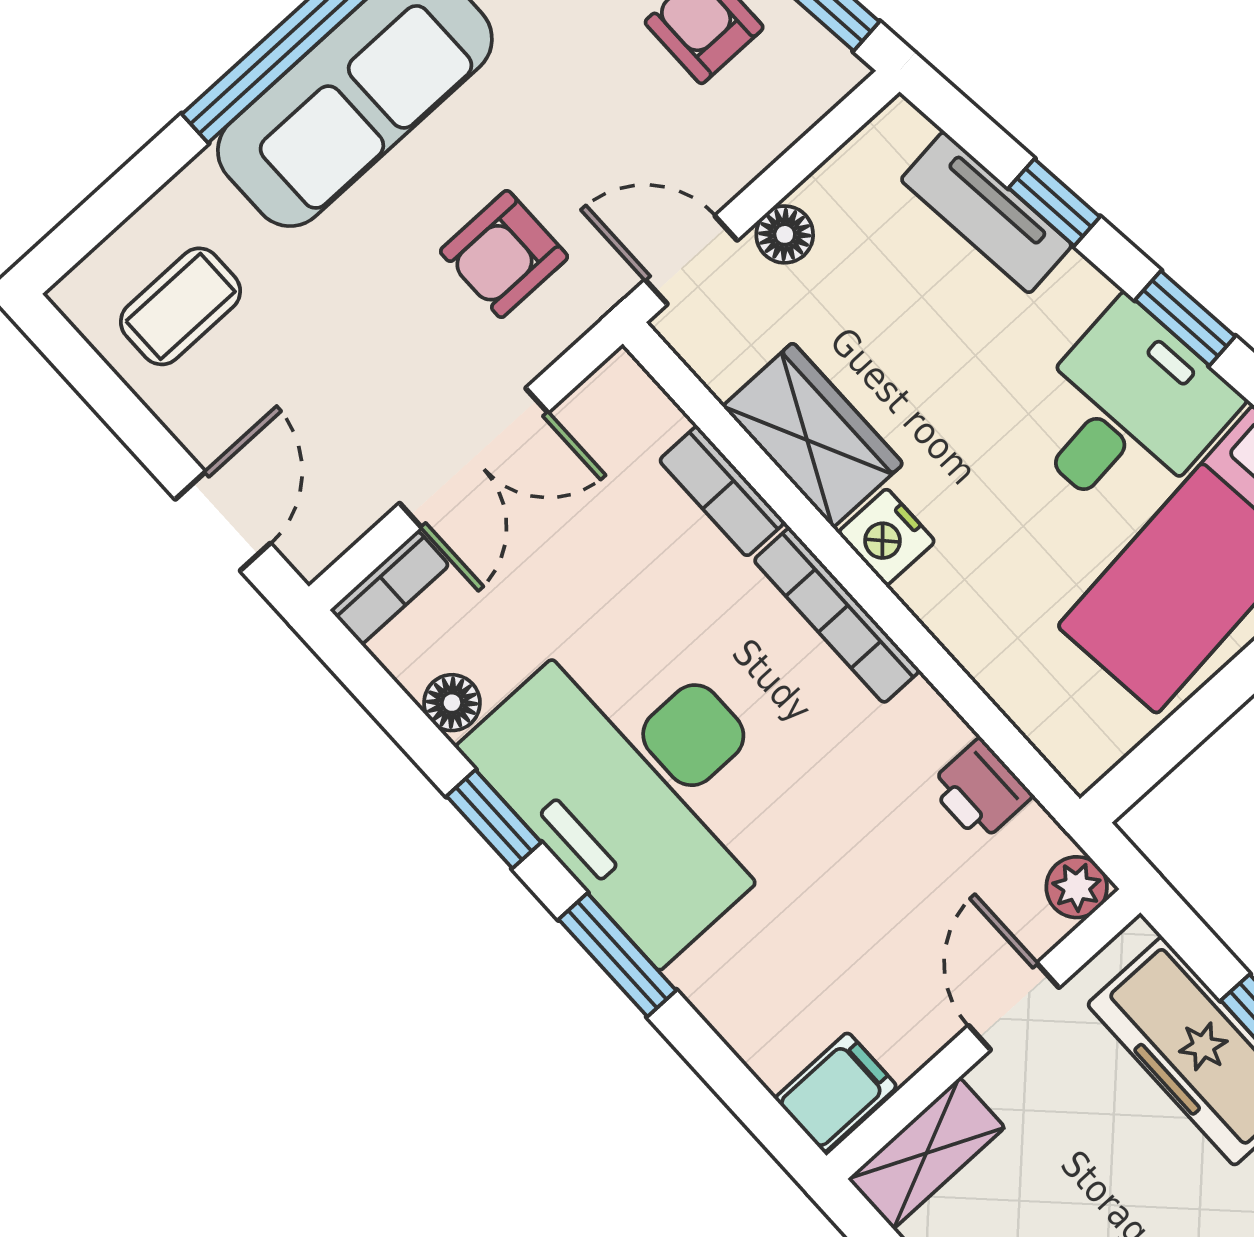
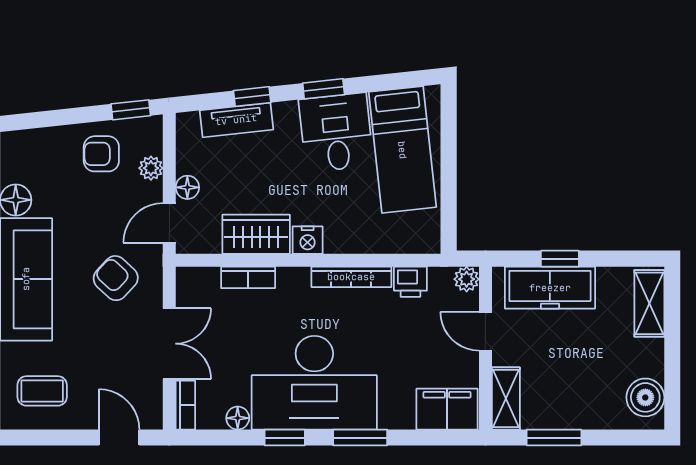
plant: (760, 137) -> (151, 168), added
armchair: (504, 254) -> (116, 278), turned 133
coffee table: (180, 306) -> (42, 391), turned 90
bookcase: (837, 615) -> (351, 277), moved
filing cabinet: (836, 1092) -> (447, 409), width x2.00

